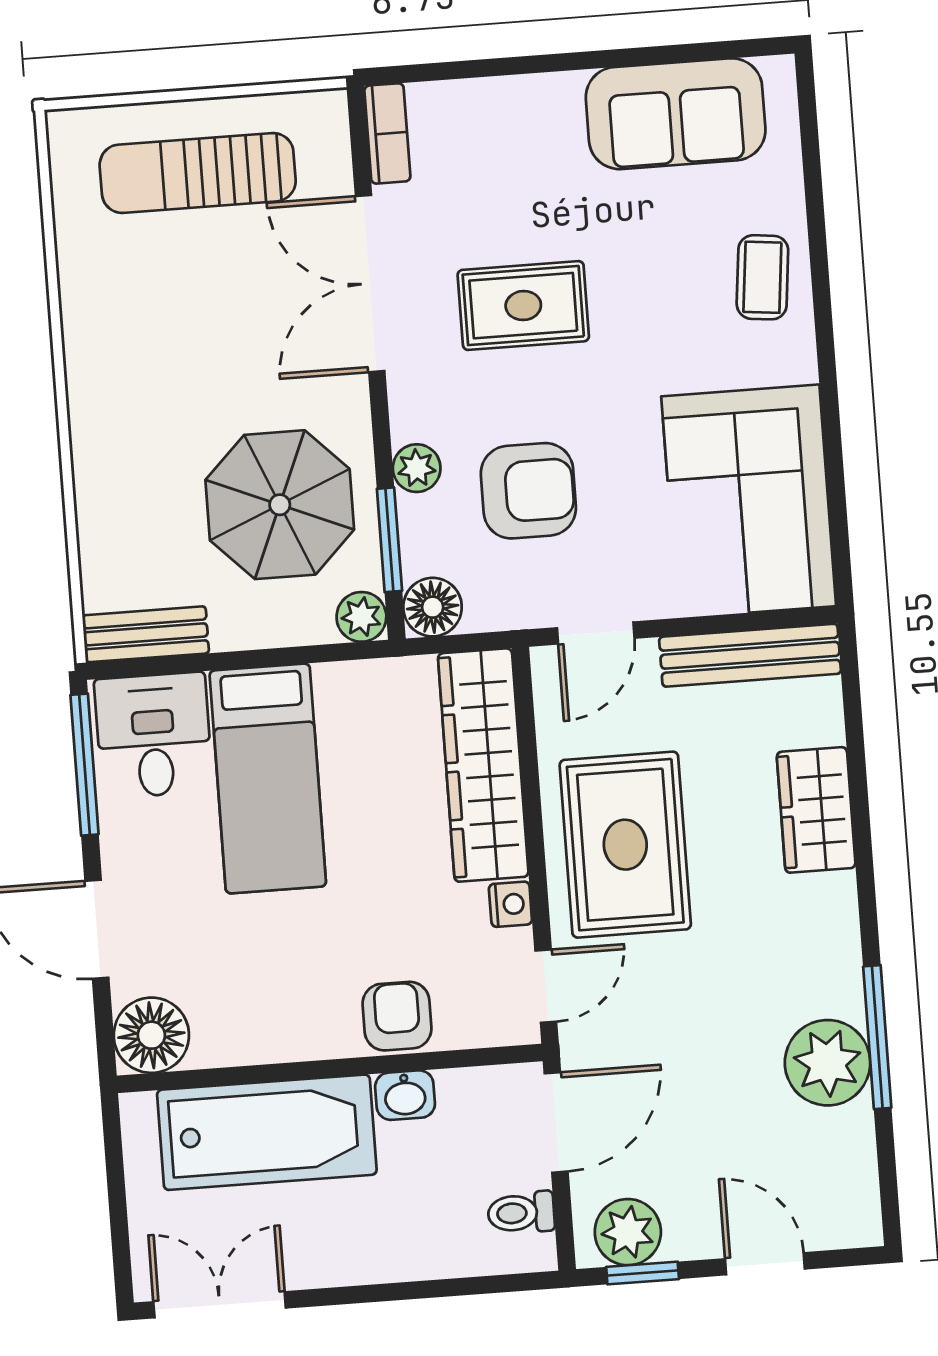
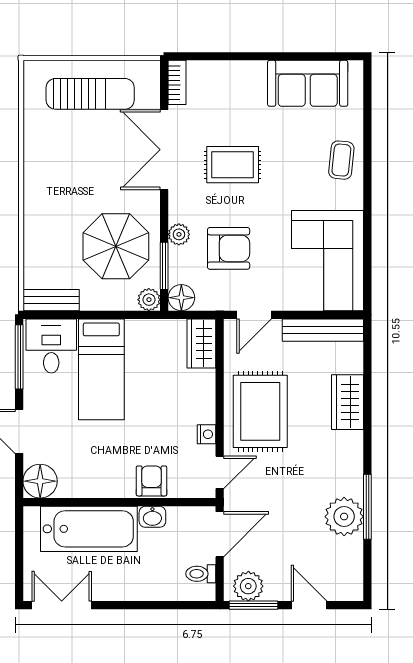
sun lounger: (198, 173) -> (90, 94), turned 180
wardrobe: (483, 765) -> (201, 343), width x0.48, depth x0.85
window: (643, 1273) -> (254, 605), width x1.50

